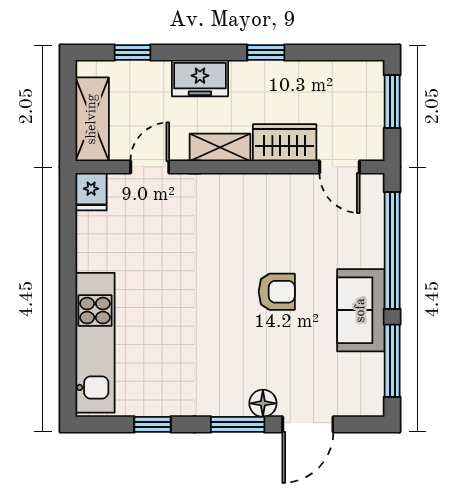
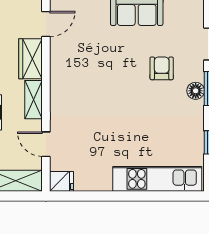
armchair: (277, 292) -> (162, 68), moved
floor lamp: (263, 403) -> (196, 91), moved

